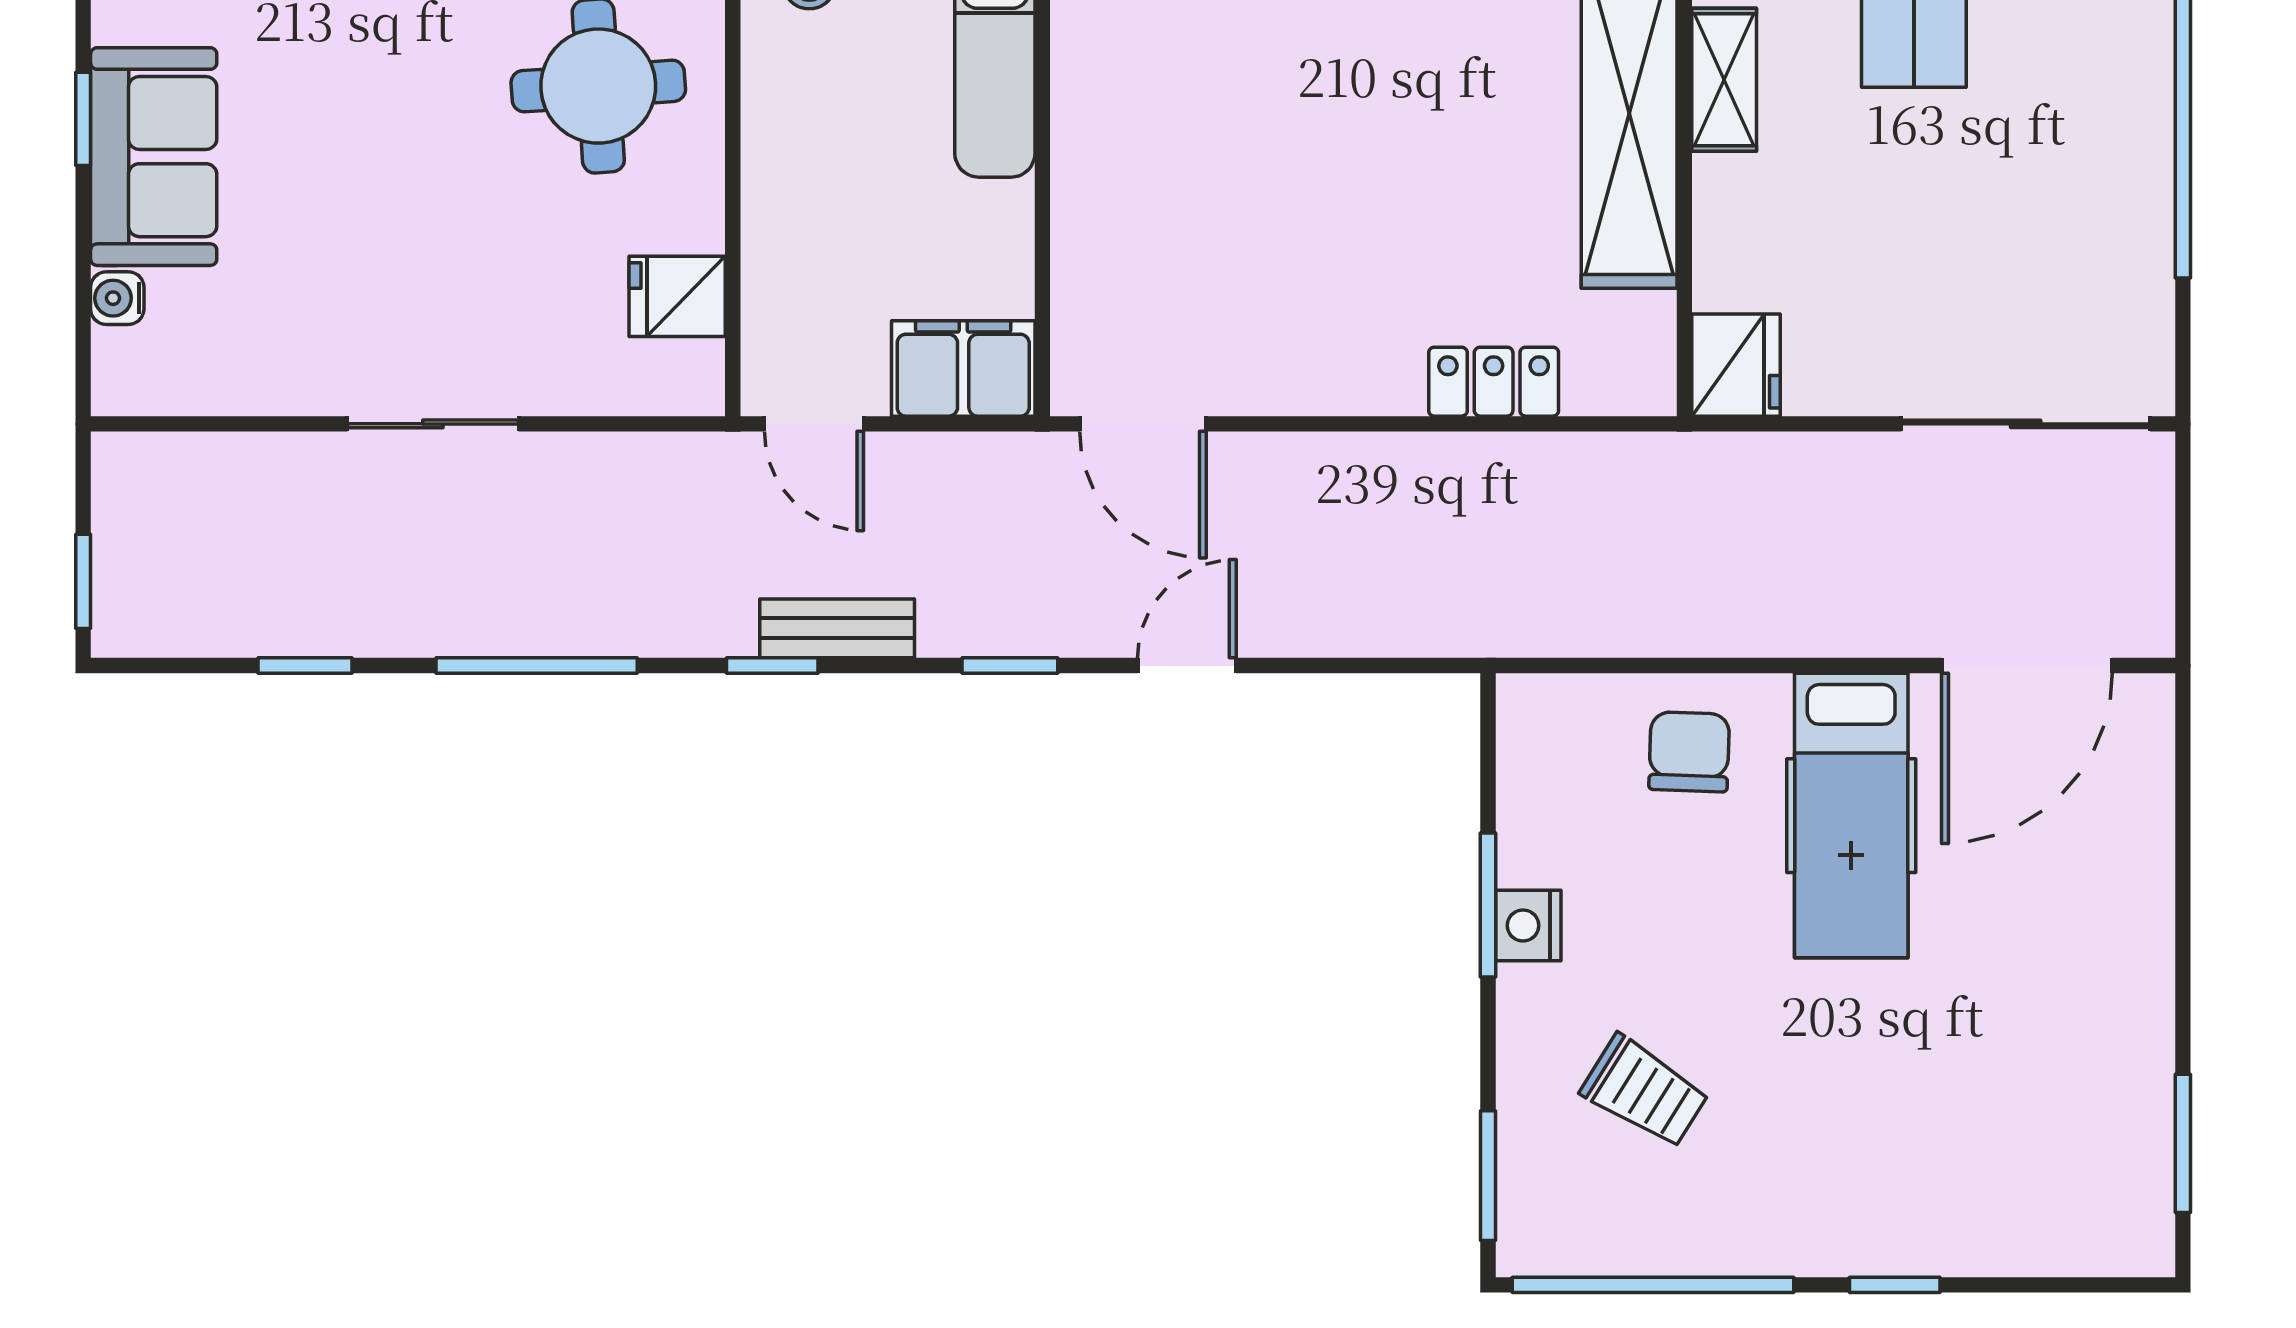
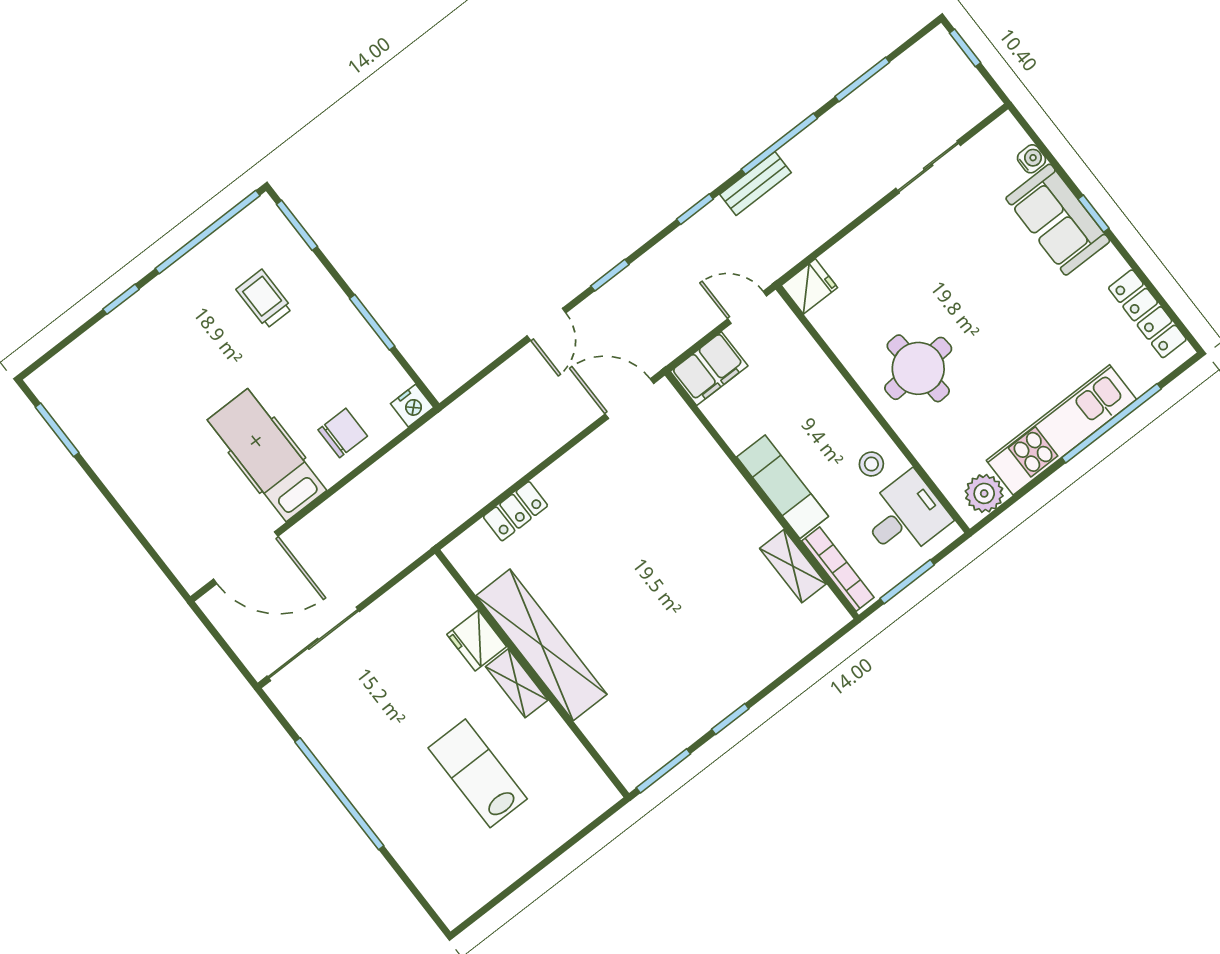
fridge: (677, 296) -> (809, 286), moved
fridge: (1736, 365) -> (477, 640), moved
sliding door: (433, 424) -> (928, 167), moved
bench: (837, 628) -> (755, 183), moved
window: (305, 666) -> (862, 79), width x1.50
door: (2027, 666) -> (246, 558), swing flipped
chair: (1689, 752) -> (343, 433), turned -92
nightstand: (1528, 926) -> (412, 406), moved, turned 90
trolley: (1645, 1092) -> (264, 299), turned 58

